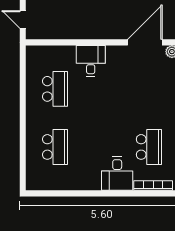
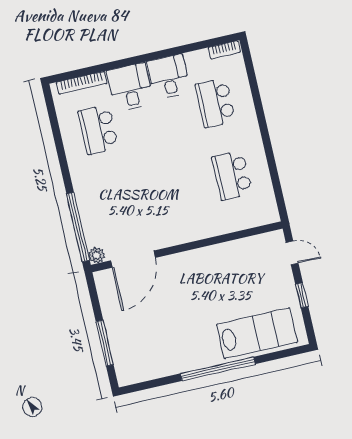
desk: (91, 61) -> (169, 77), moved, turned 180
bookcase: (39, 186) -> (224, 50), added

